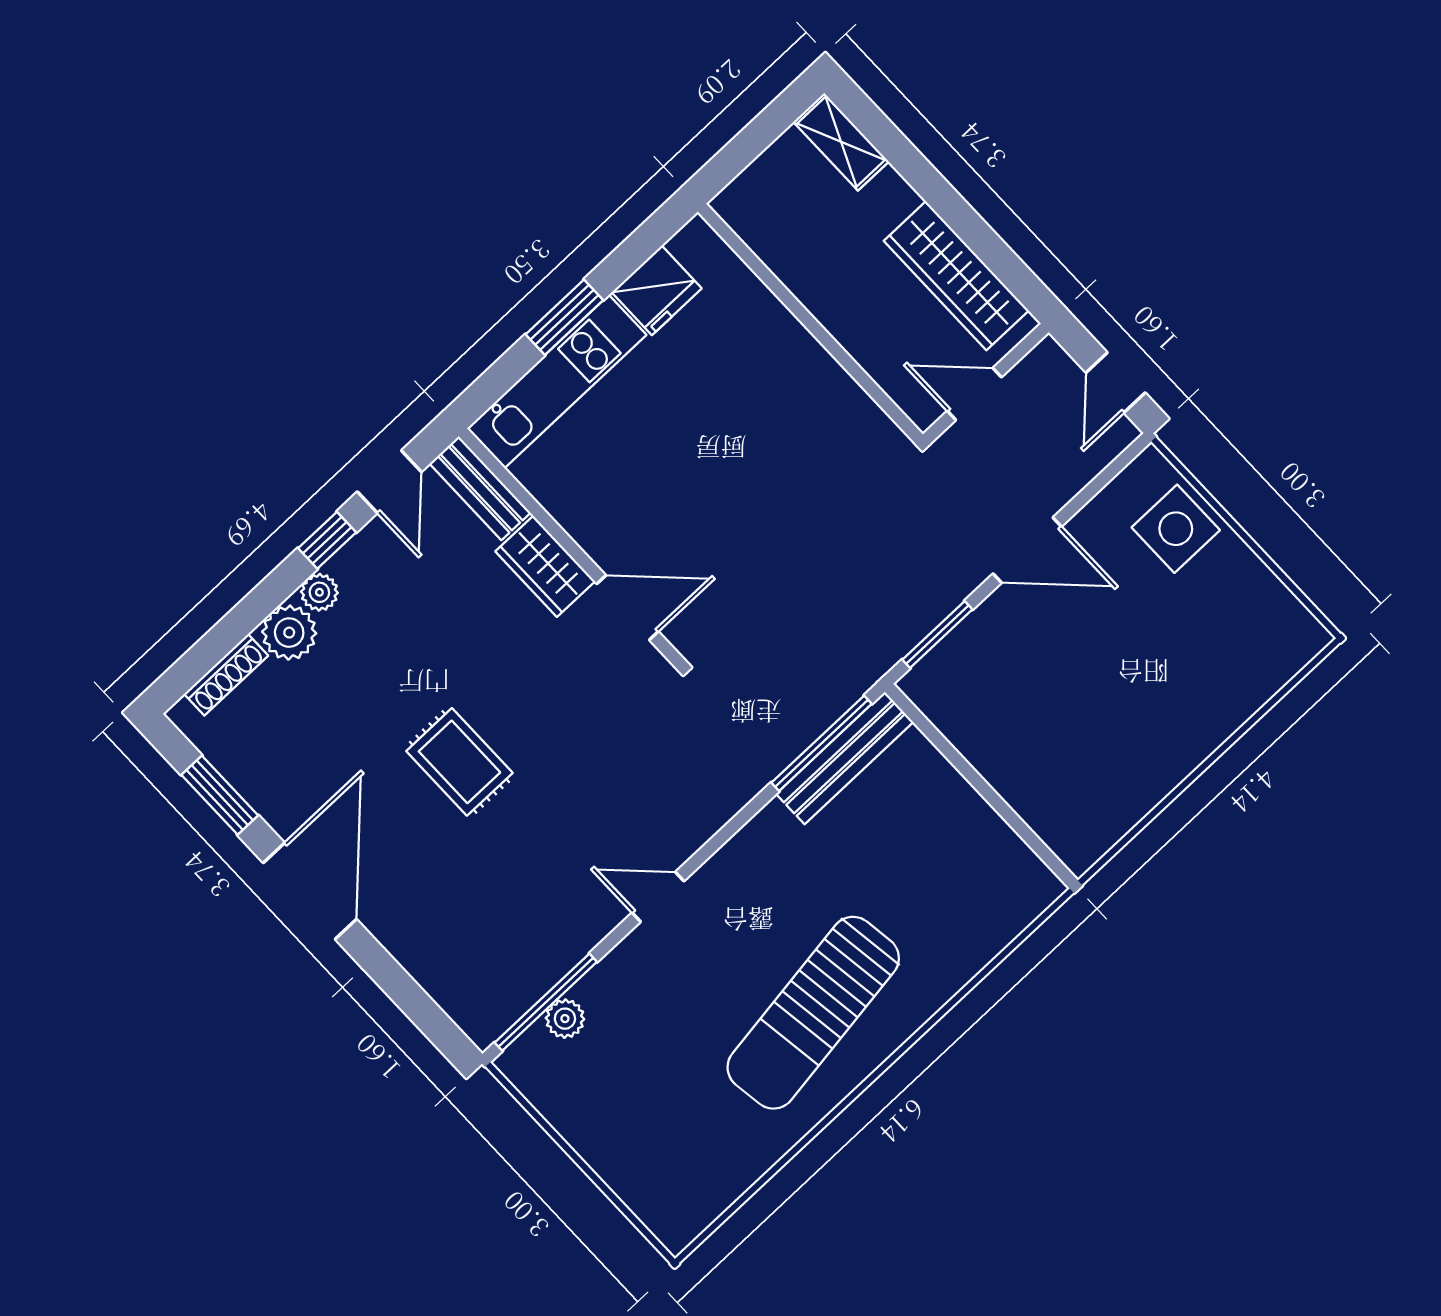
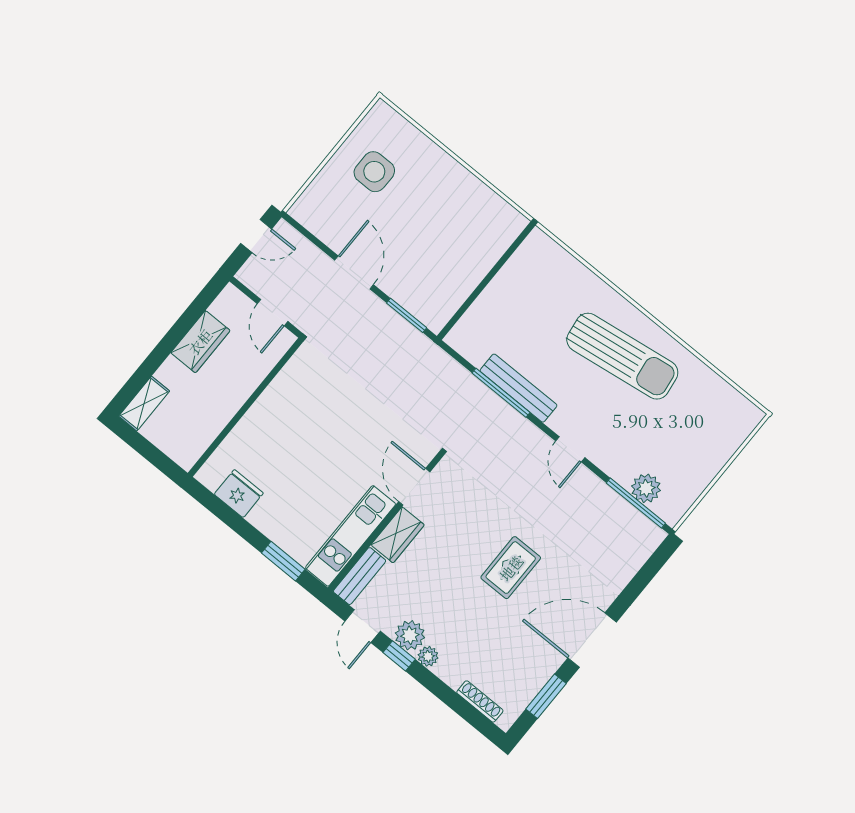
wardrobe: (956, 276) -> (200, 342), width x0.67
window: (564, 317) -> (283, 561), moved
kitchen unit: (557, 382) -> (351, 536), moved, turned -90
door: (389, 482) -> (363, 626), swing flipped
side table: (1176, 529) -> (374, 172), moved
plant: (289, 633) -> (410, 635), moved
window: (822, 743) -> (501, 393), moved
bench: (845, 758) -> (518, 388), moved
plant: (565, 1019) -> (646, 488), width x1.38, depth x1.38

